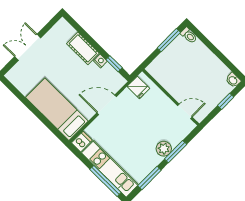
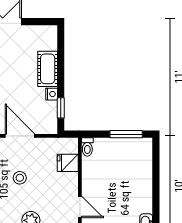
toilet: (189, 35) -> (87, 147), moved
fridge: (138, 87) -> (68, 163), moved, turned 90
stool: (132, 130) -> (20, 178), added

